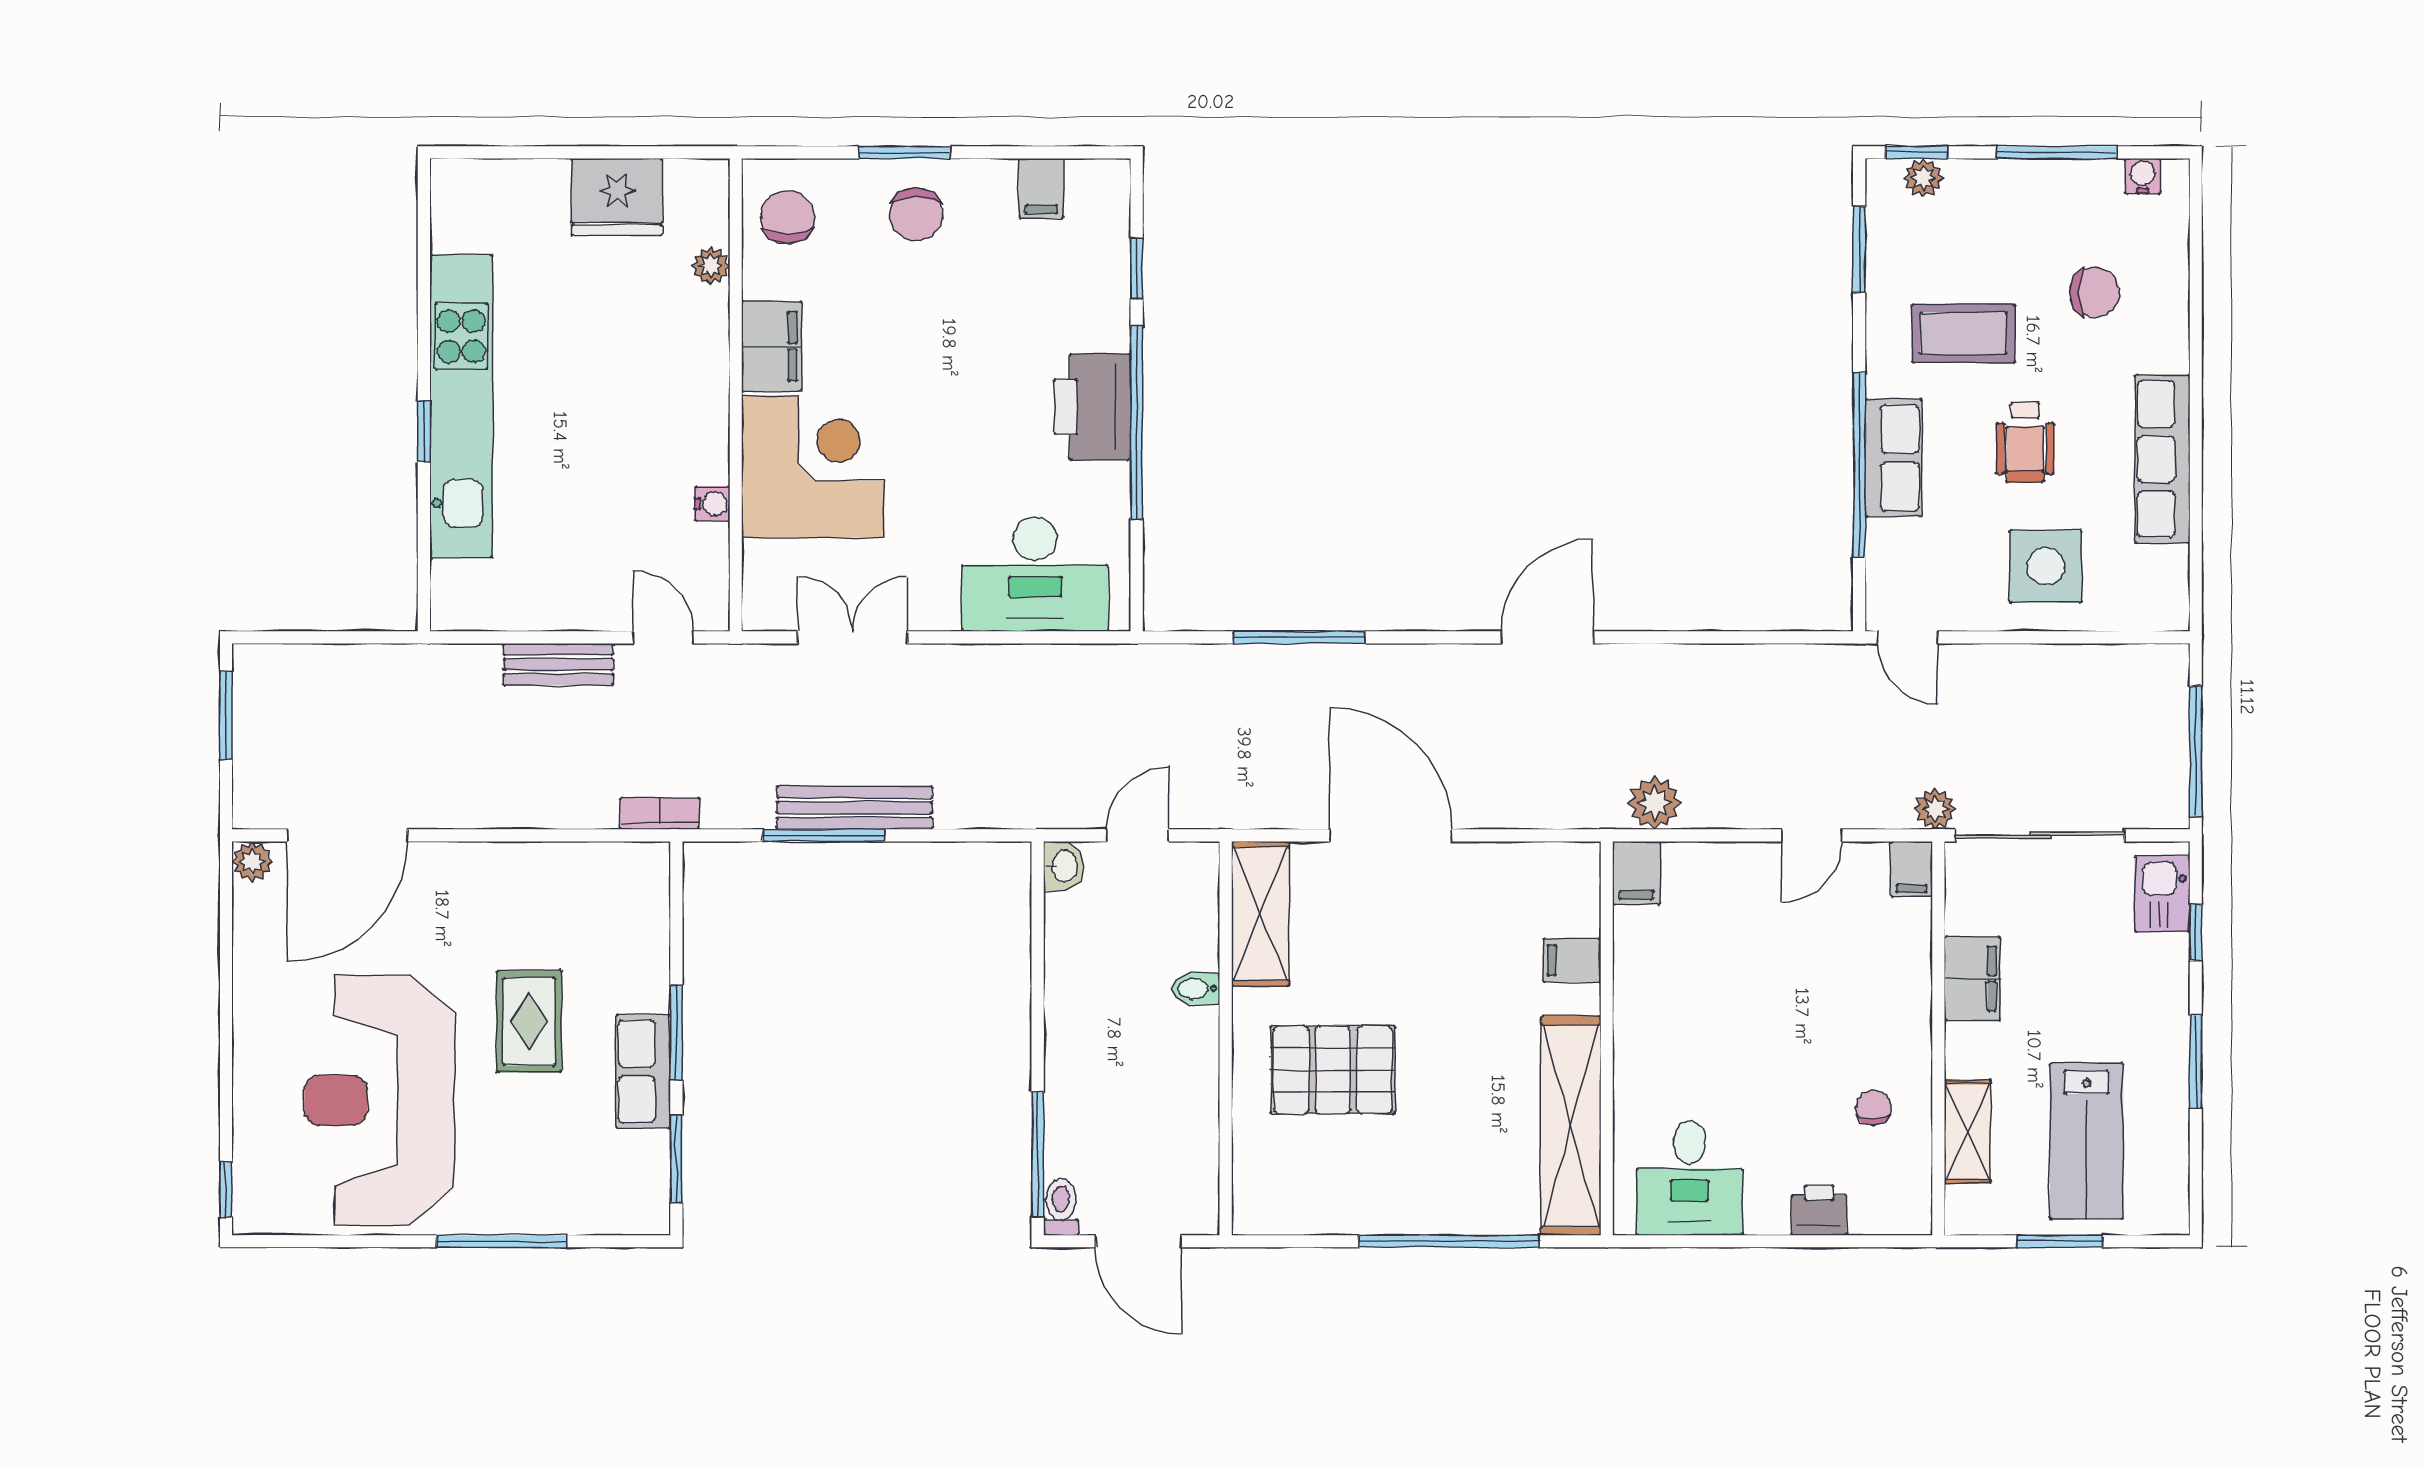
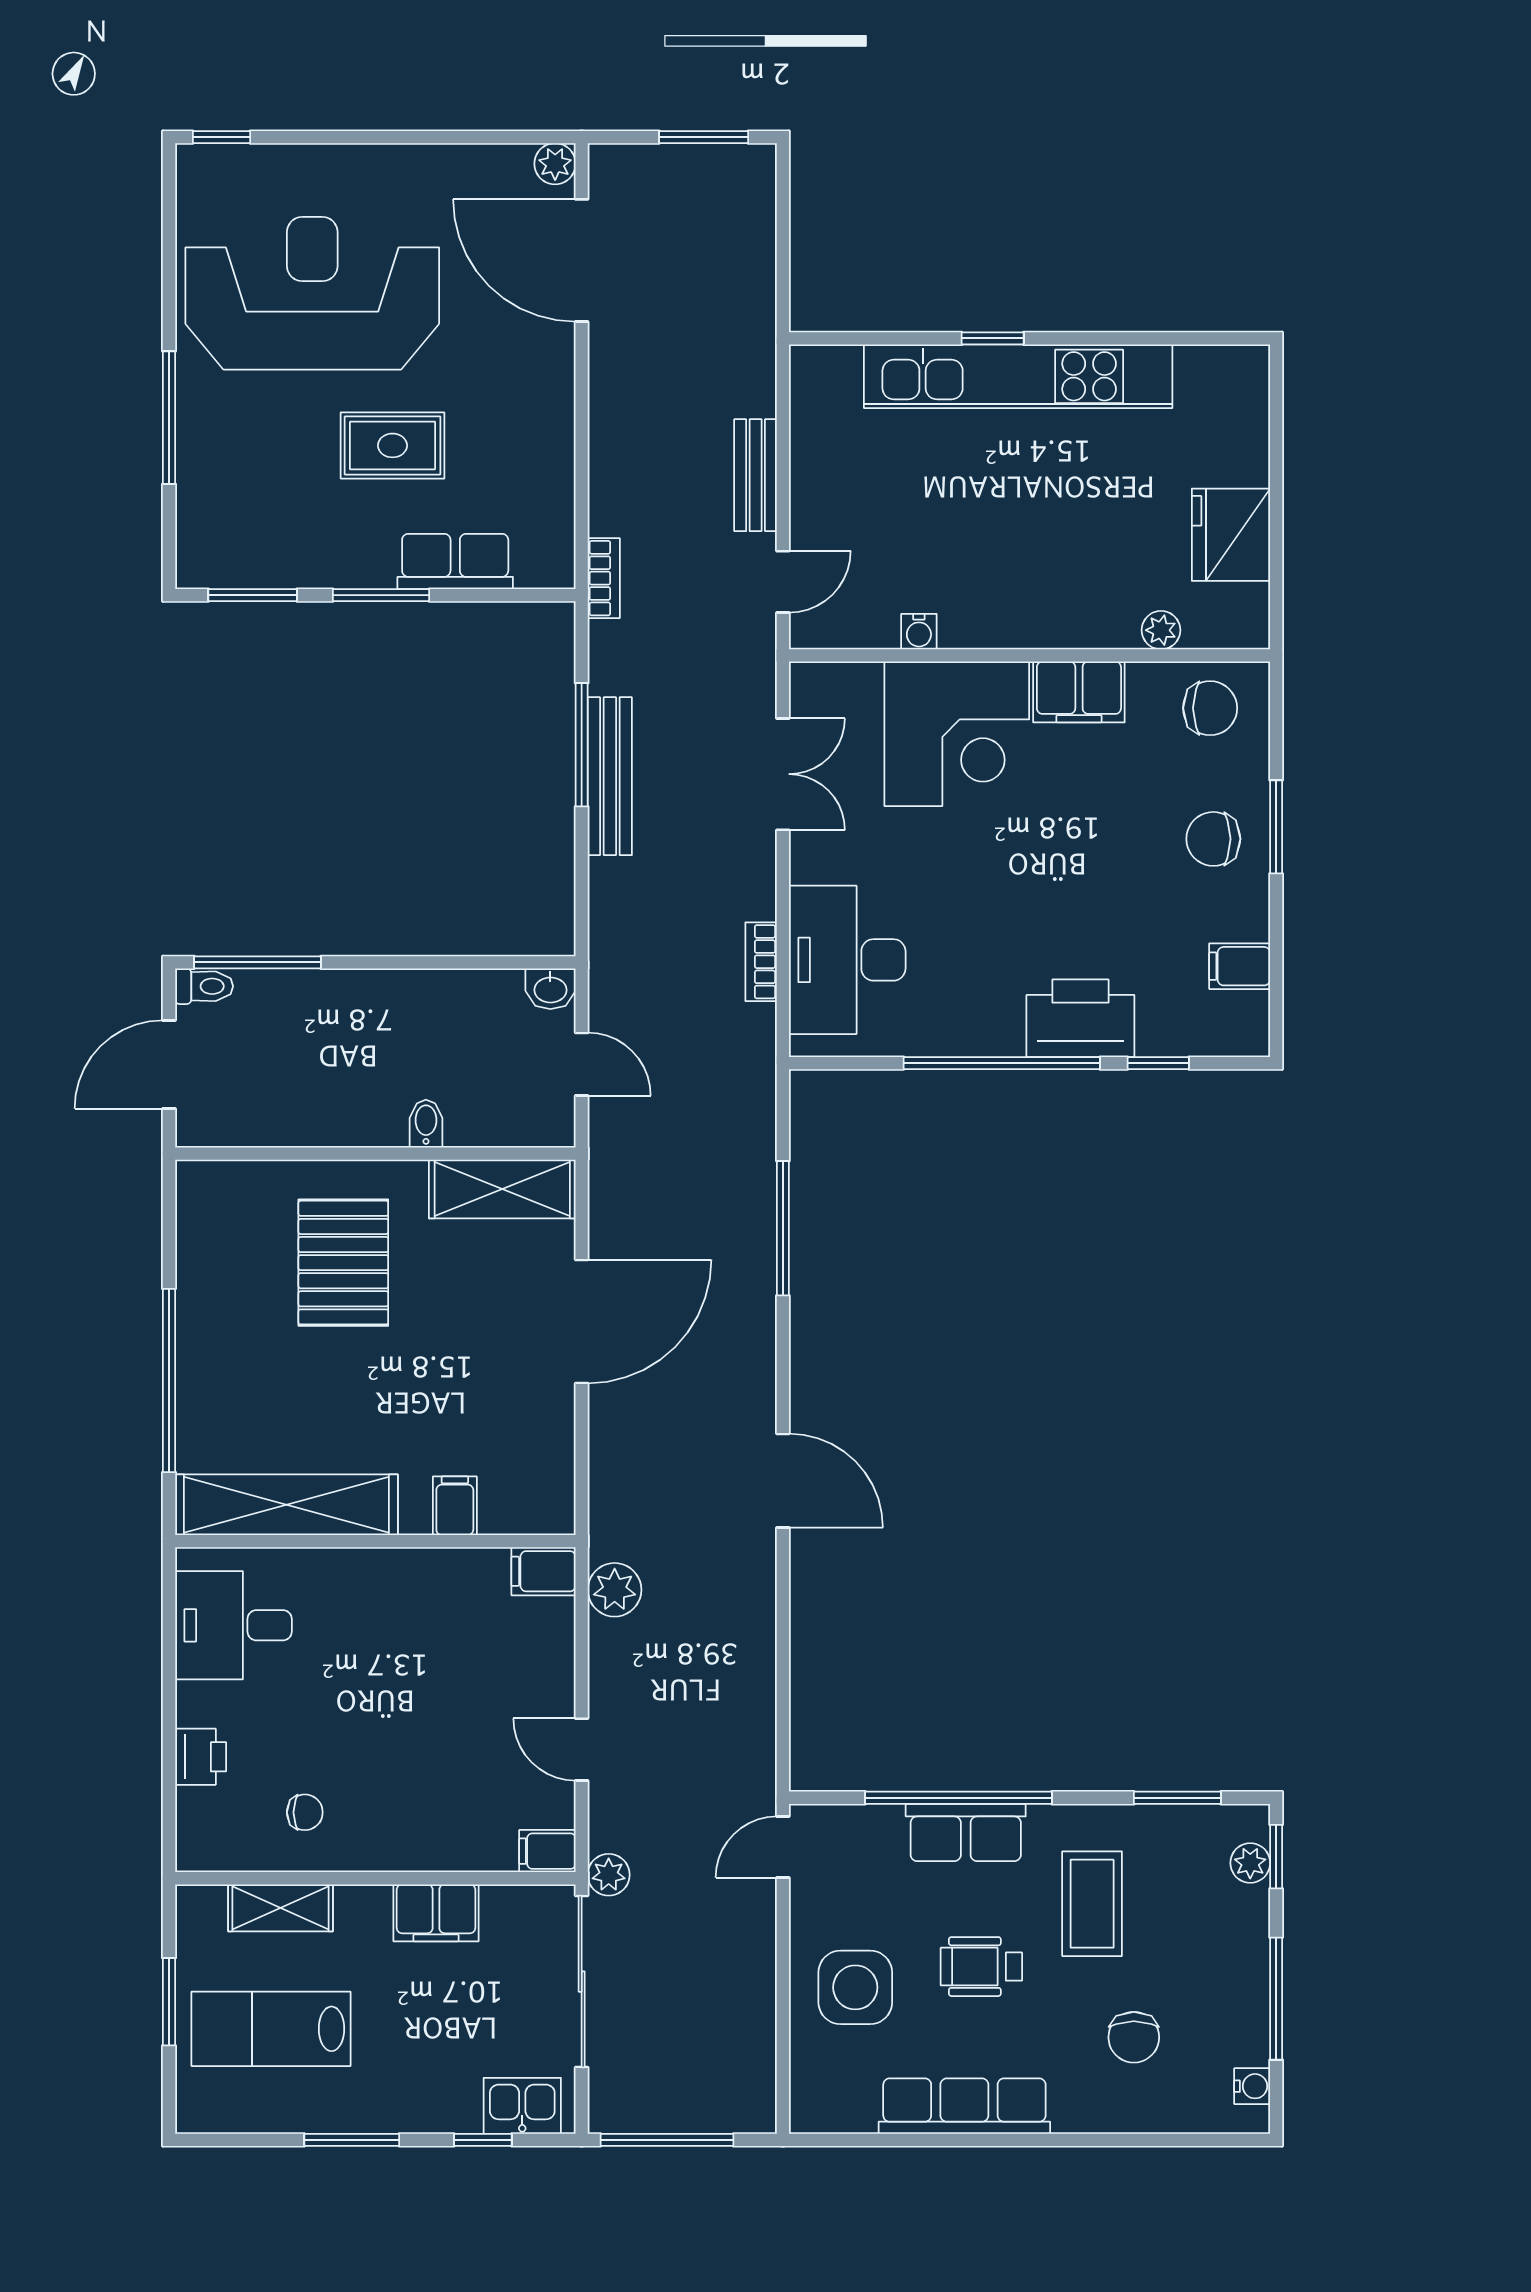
printer: (1092, 407) -> (1080, 1018), moved
bookcase: (1037, 659) -> (761, 962), added
row of seats: (643, 1071) -> (455, 561), moved

